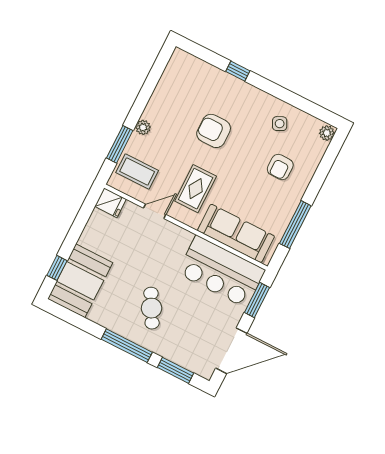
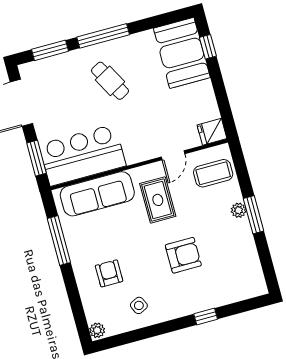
window: (120, 144) -> (254, 215), moved

